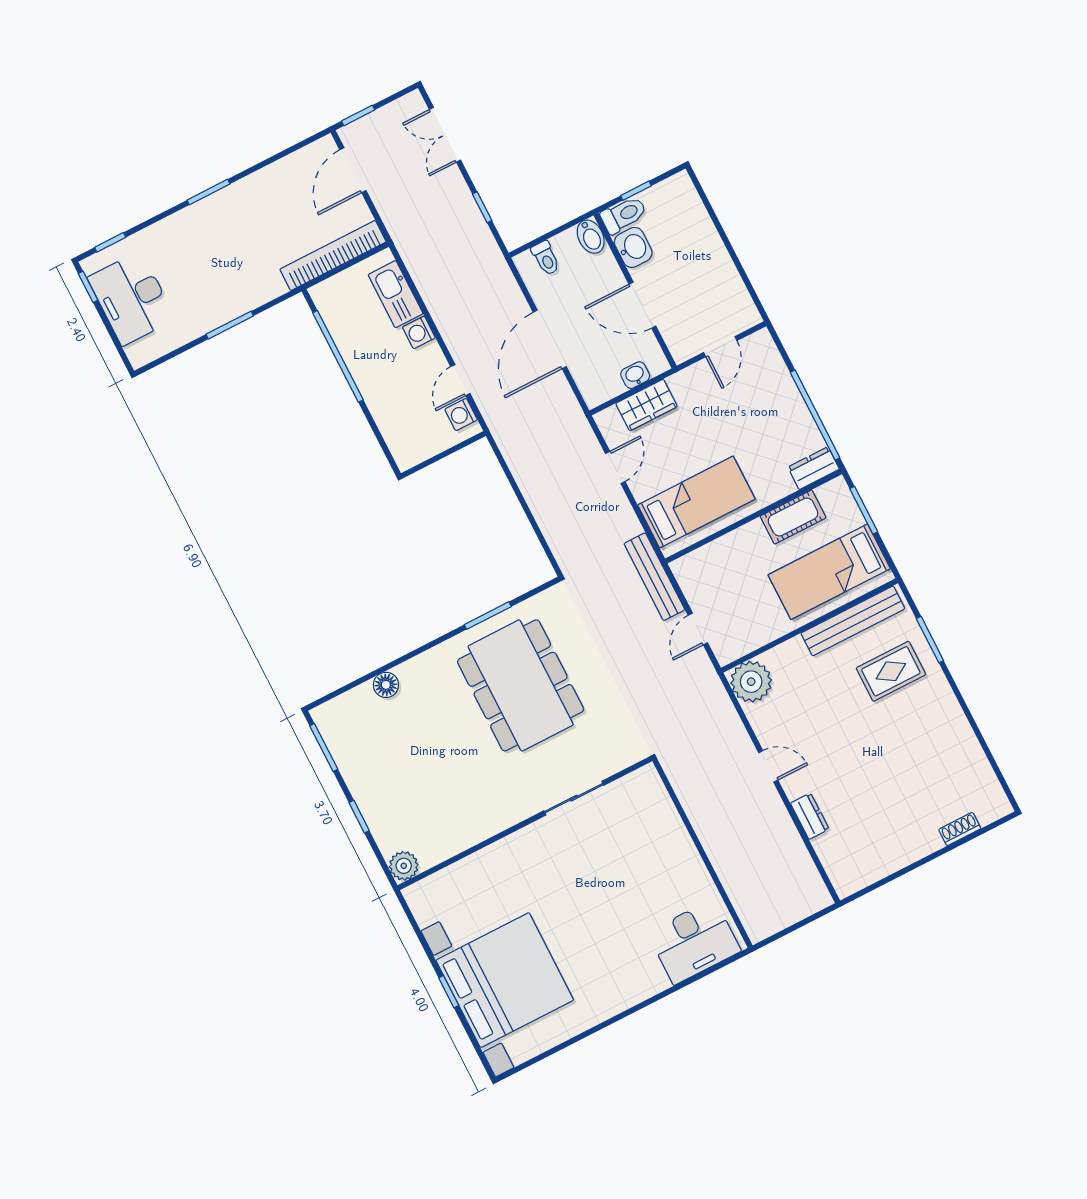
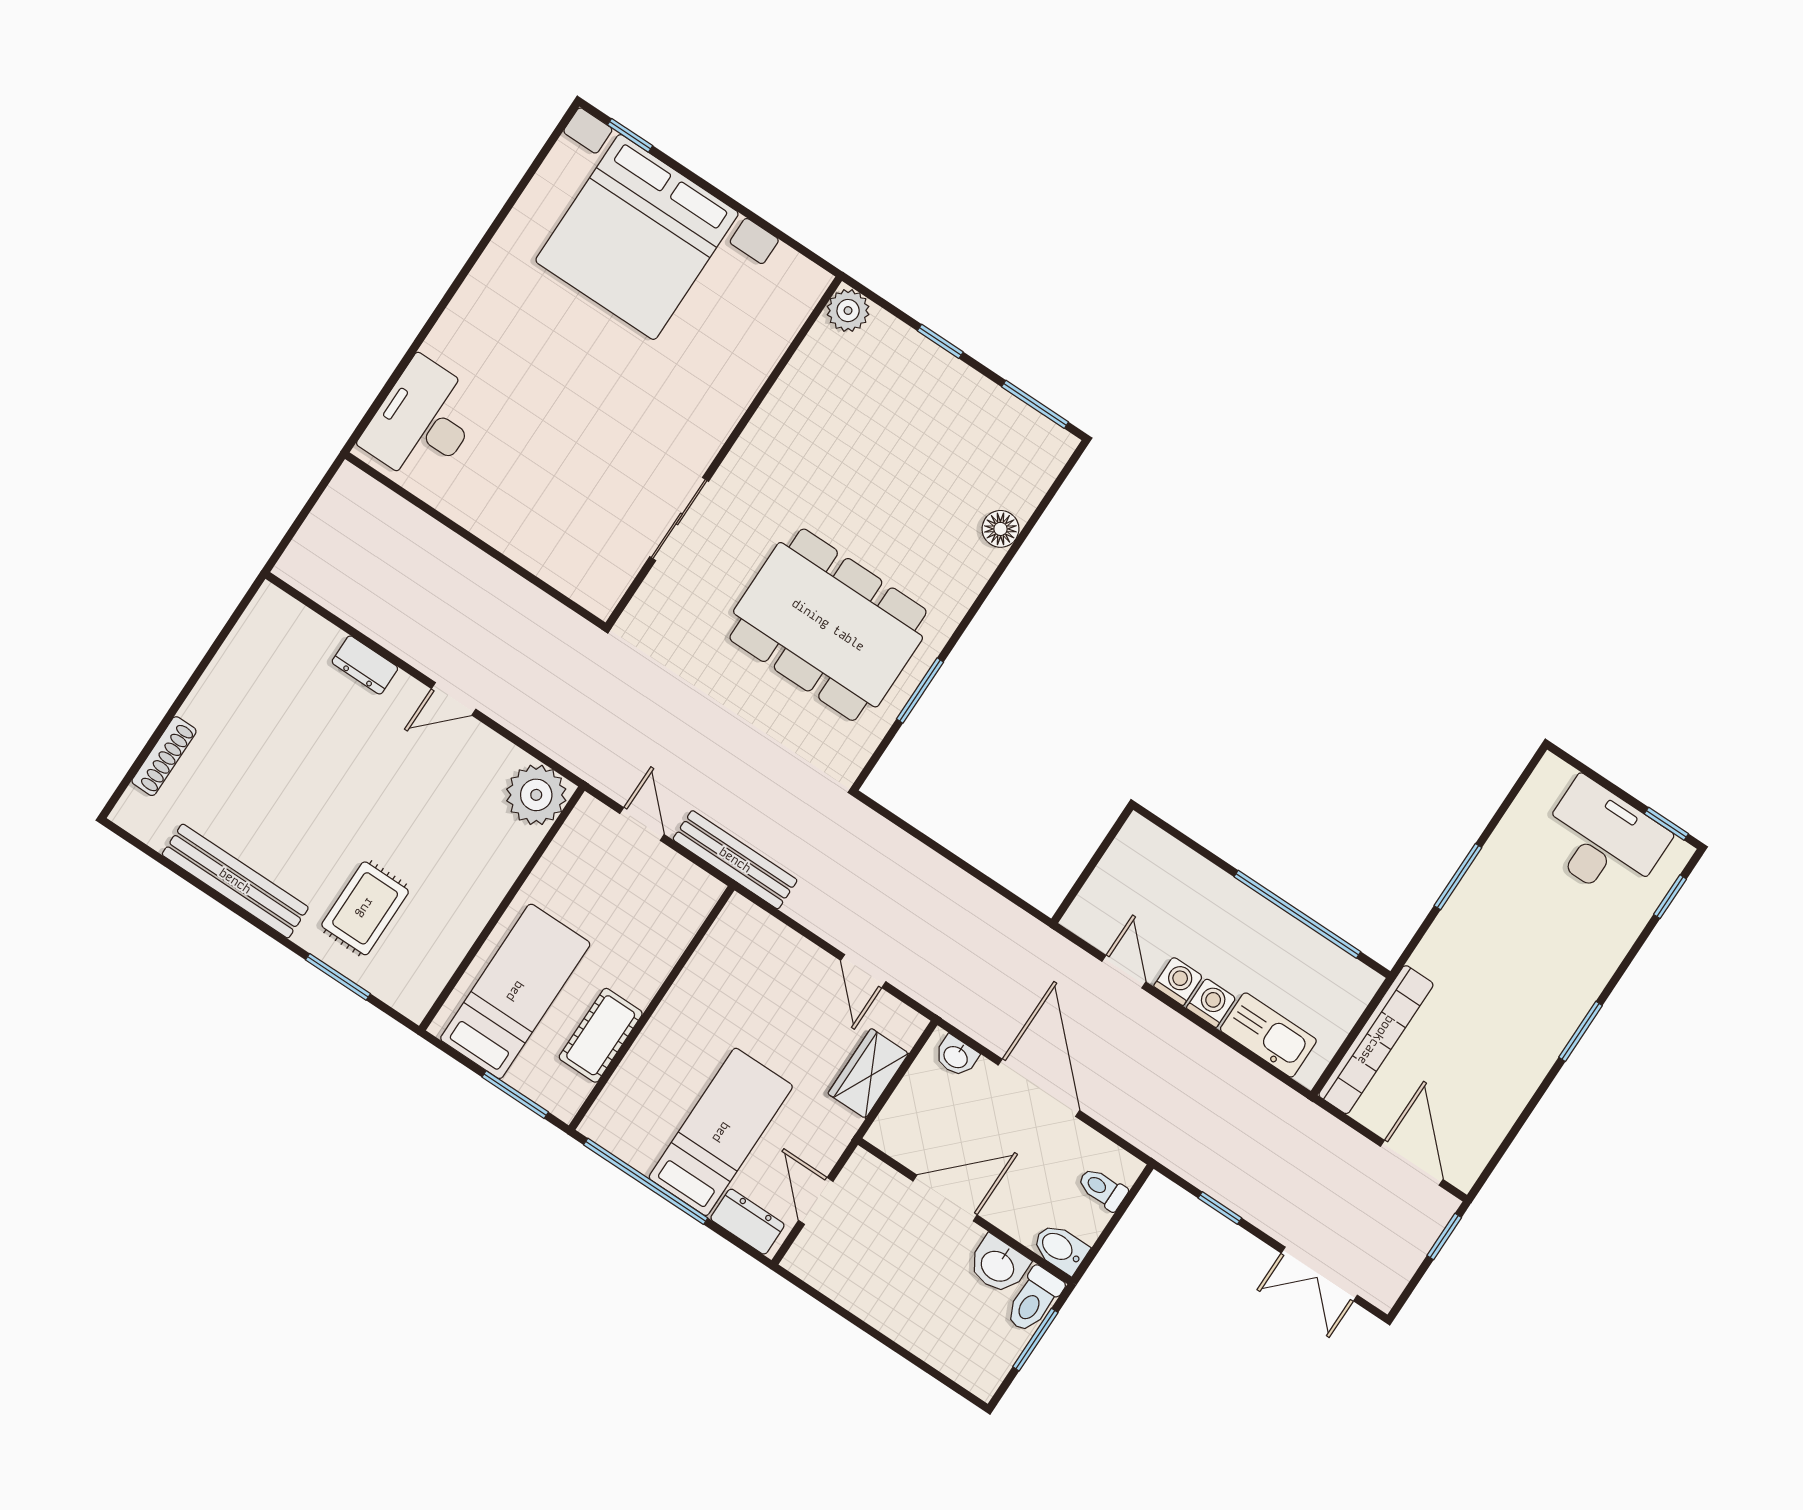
double door: (445, 135) -> (1319, 1274), swing flipped
window: (636, 191) -> (1035, 1340), width x1.50
washbasin: (635, 375) -> (956, 1056), moved, turned 90
washing machine: (461, 414) -> (1178, 981), moved
dresser: (814, 468) -> (747, 1222), moved, turned -90
bed: (696, 502) -> (721, 1132), moved, turned 180
bench: (853, 621) -> (235, 881), moved, turned 90
shoe rack: (960, 829) -> (164, 756), width x1.43
window: (449, 992) -> (630, 135), moved

